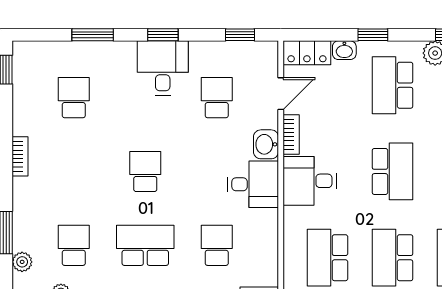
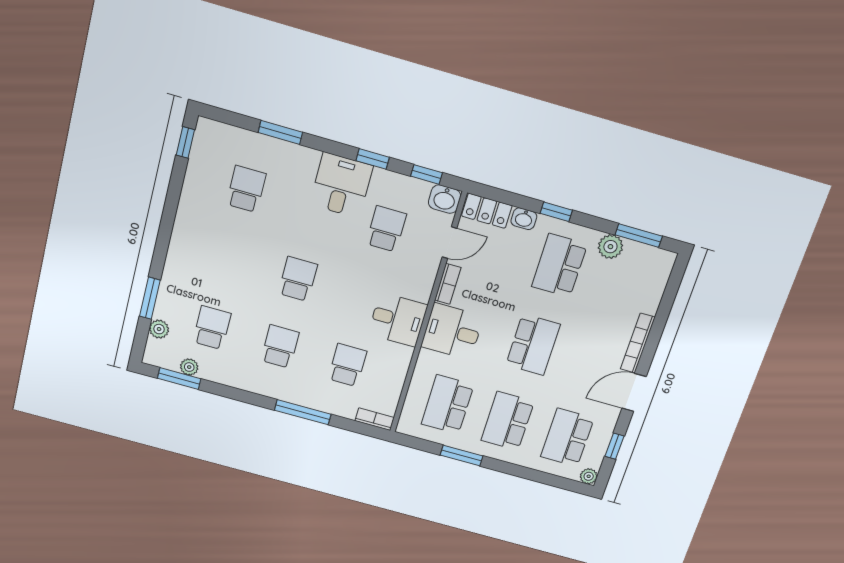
window: (163, 35) -> (373, 159), moved
washbasin: (266, 144) -> (445, 199), moved, turned -90
bookcase: (20, 156) -> (180, 231), removed
school desk: (145, 245) -> (280, 346), width x0.54

